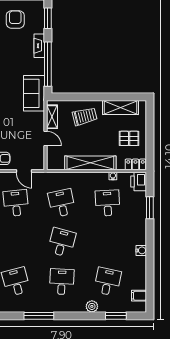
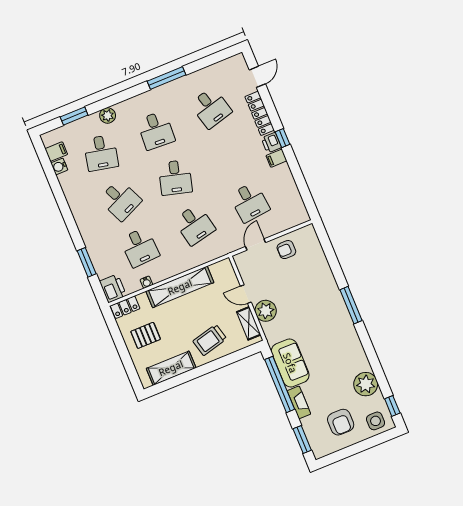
sofa: (34, 93) -> (290, 363), moved
plant: (36, 121) -> (266, 311), added
door: (24, 171) -> (256, 244), hinge flipped
desk: (108, 242) -> (120, 200), added
water cooler: (141, 250) -> (59, 166), moved

